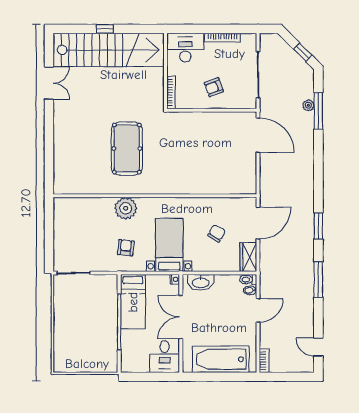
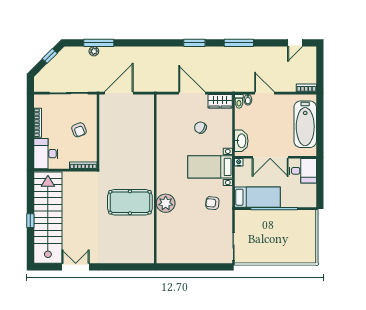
wall: (155, 196) -> (155, 179), moved
plant: (126, 208) -> (166, 203), moved

